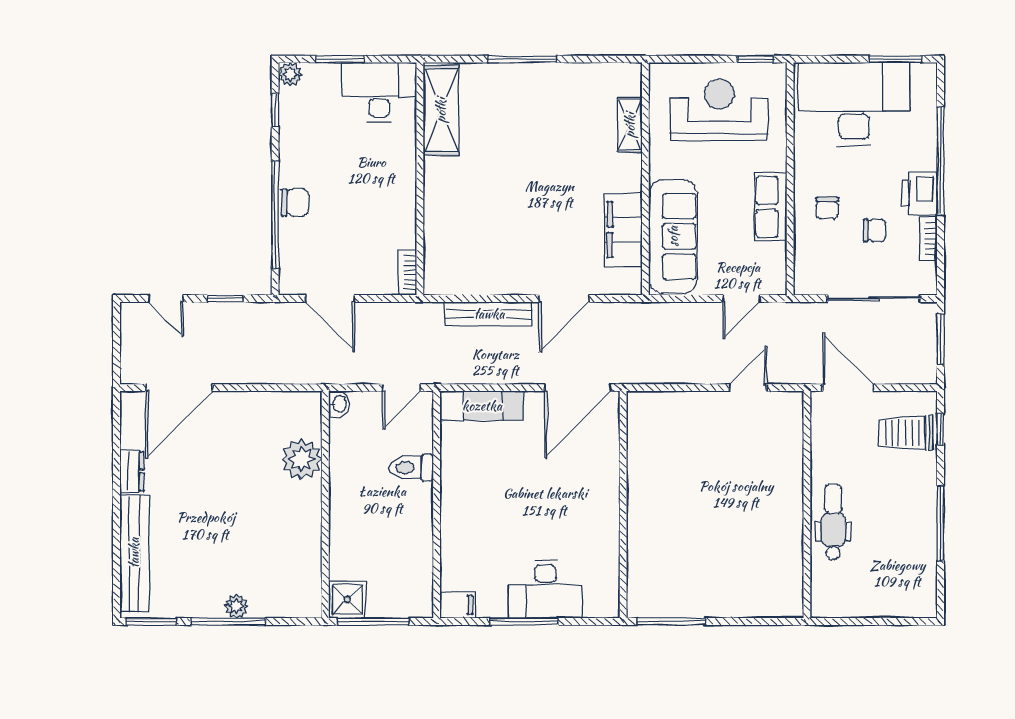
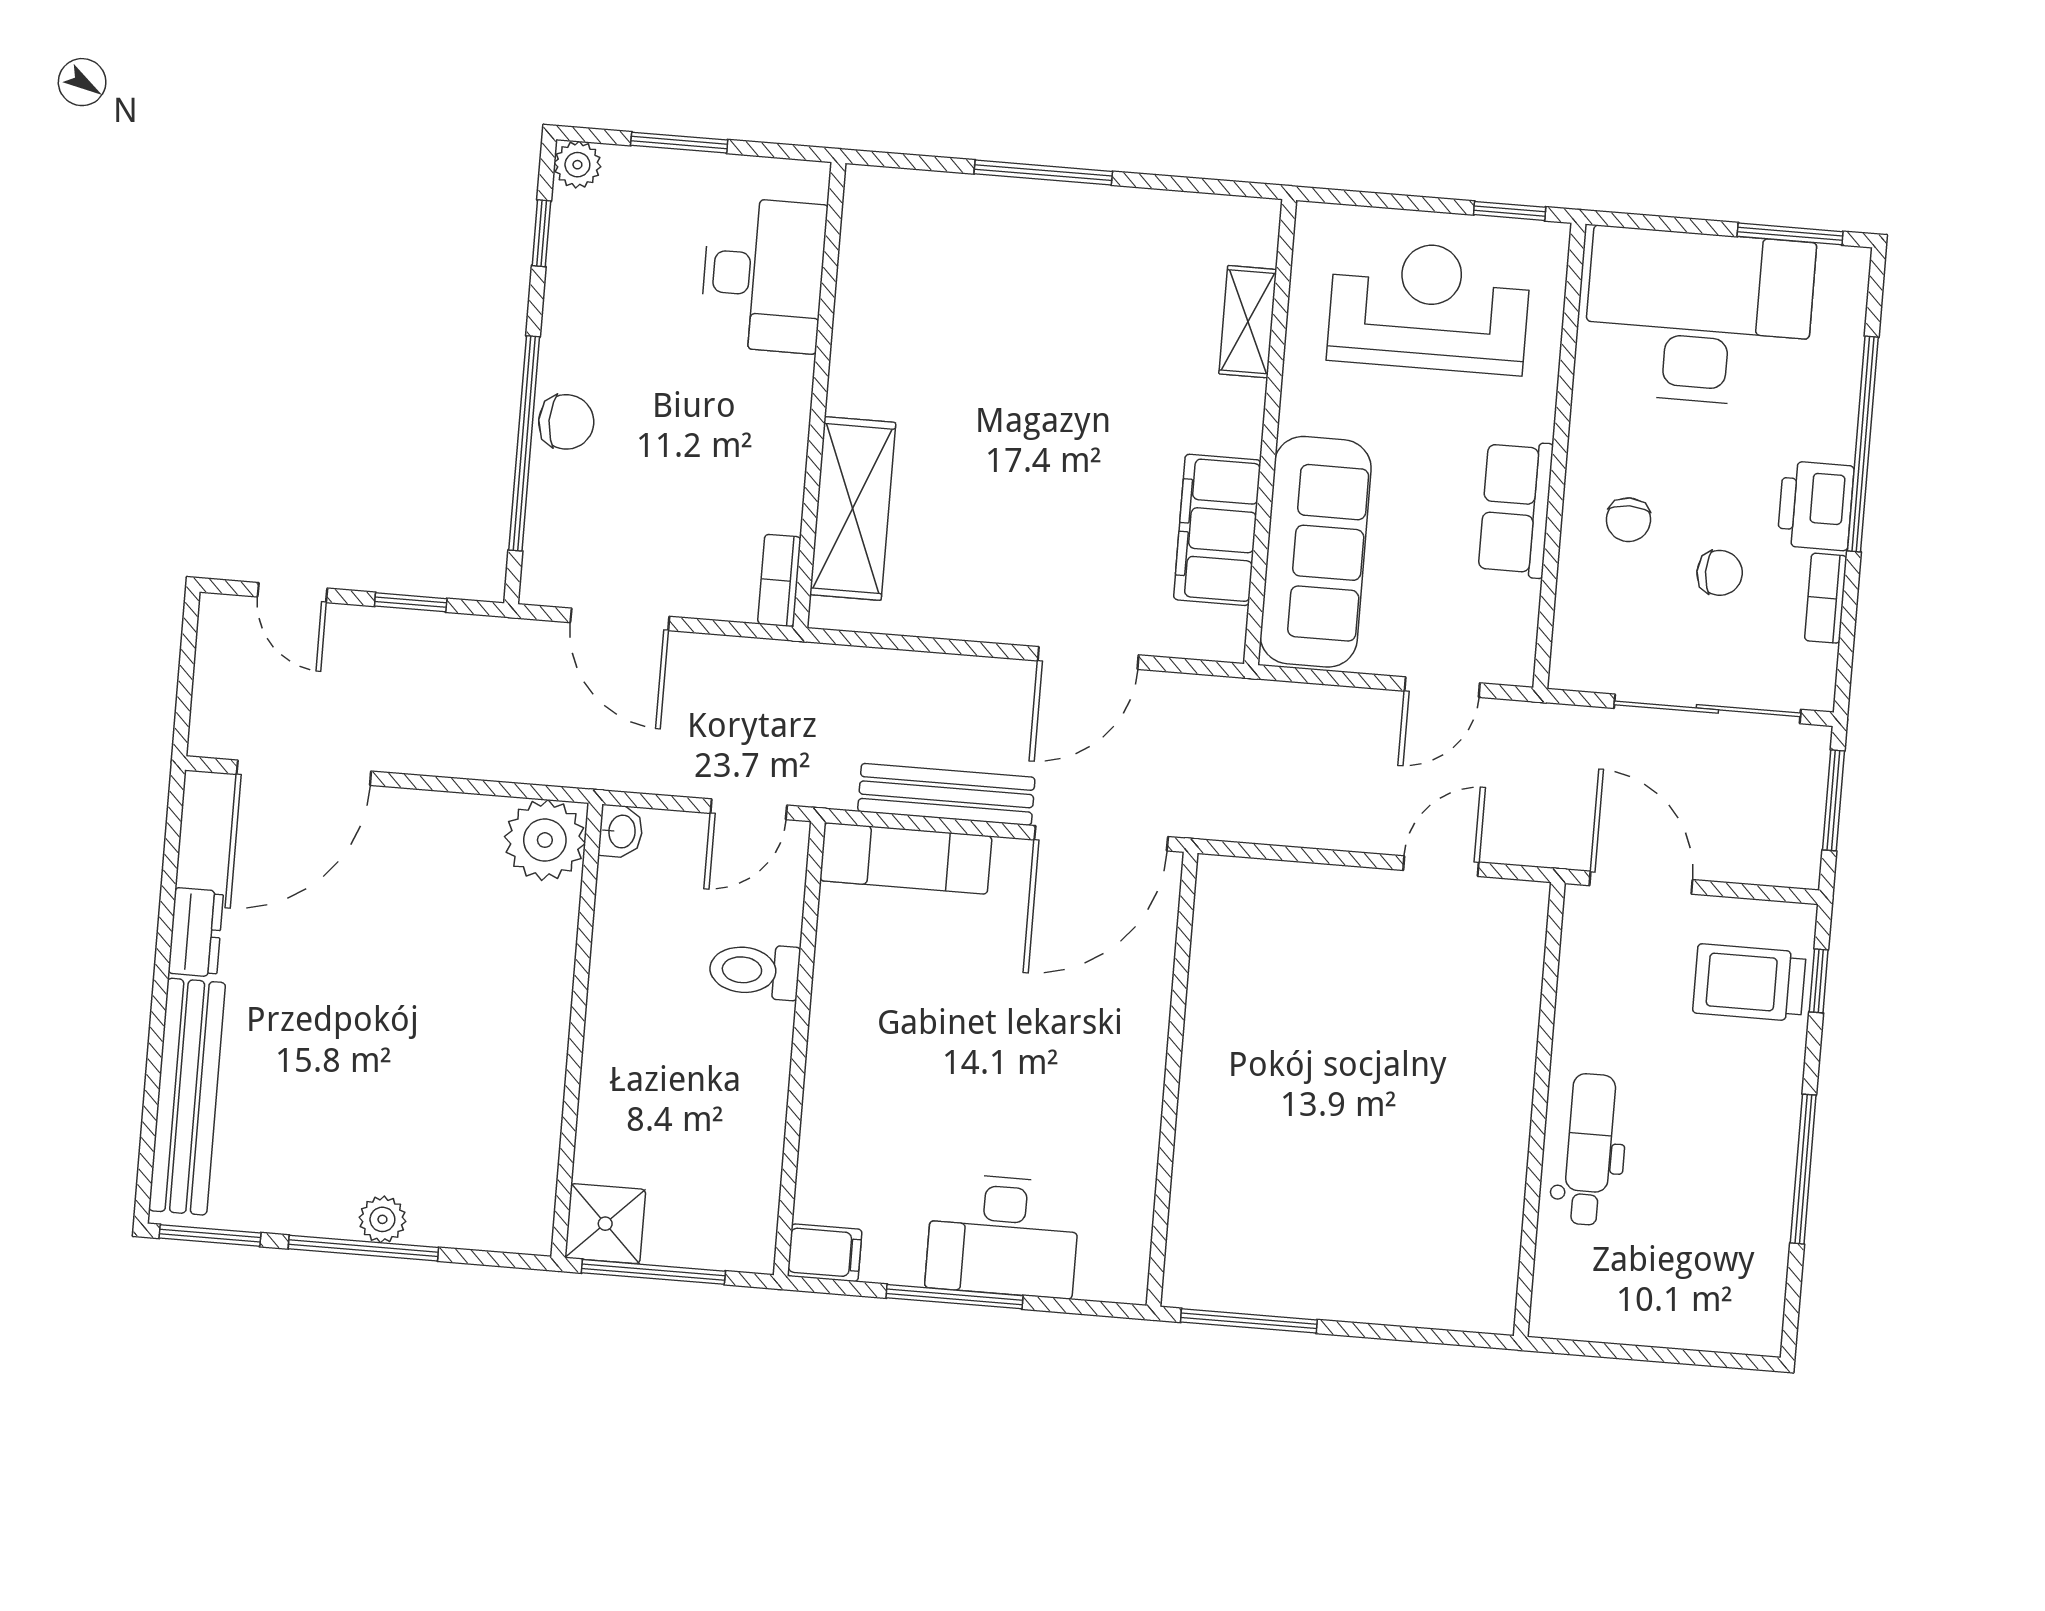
desk: (379, 92) -> (763, 275), moved, turned 90
shelving: (441, 110) -> (853, 509), moved
bench: (489, 314) -> (946, 794), moved
plant: (302, 459) -> (545, 840), moved

